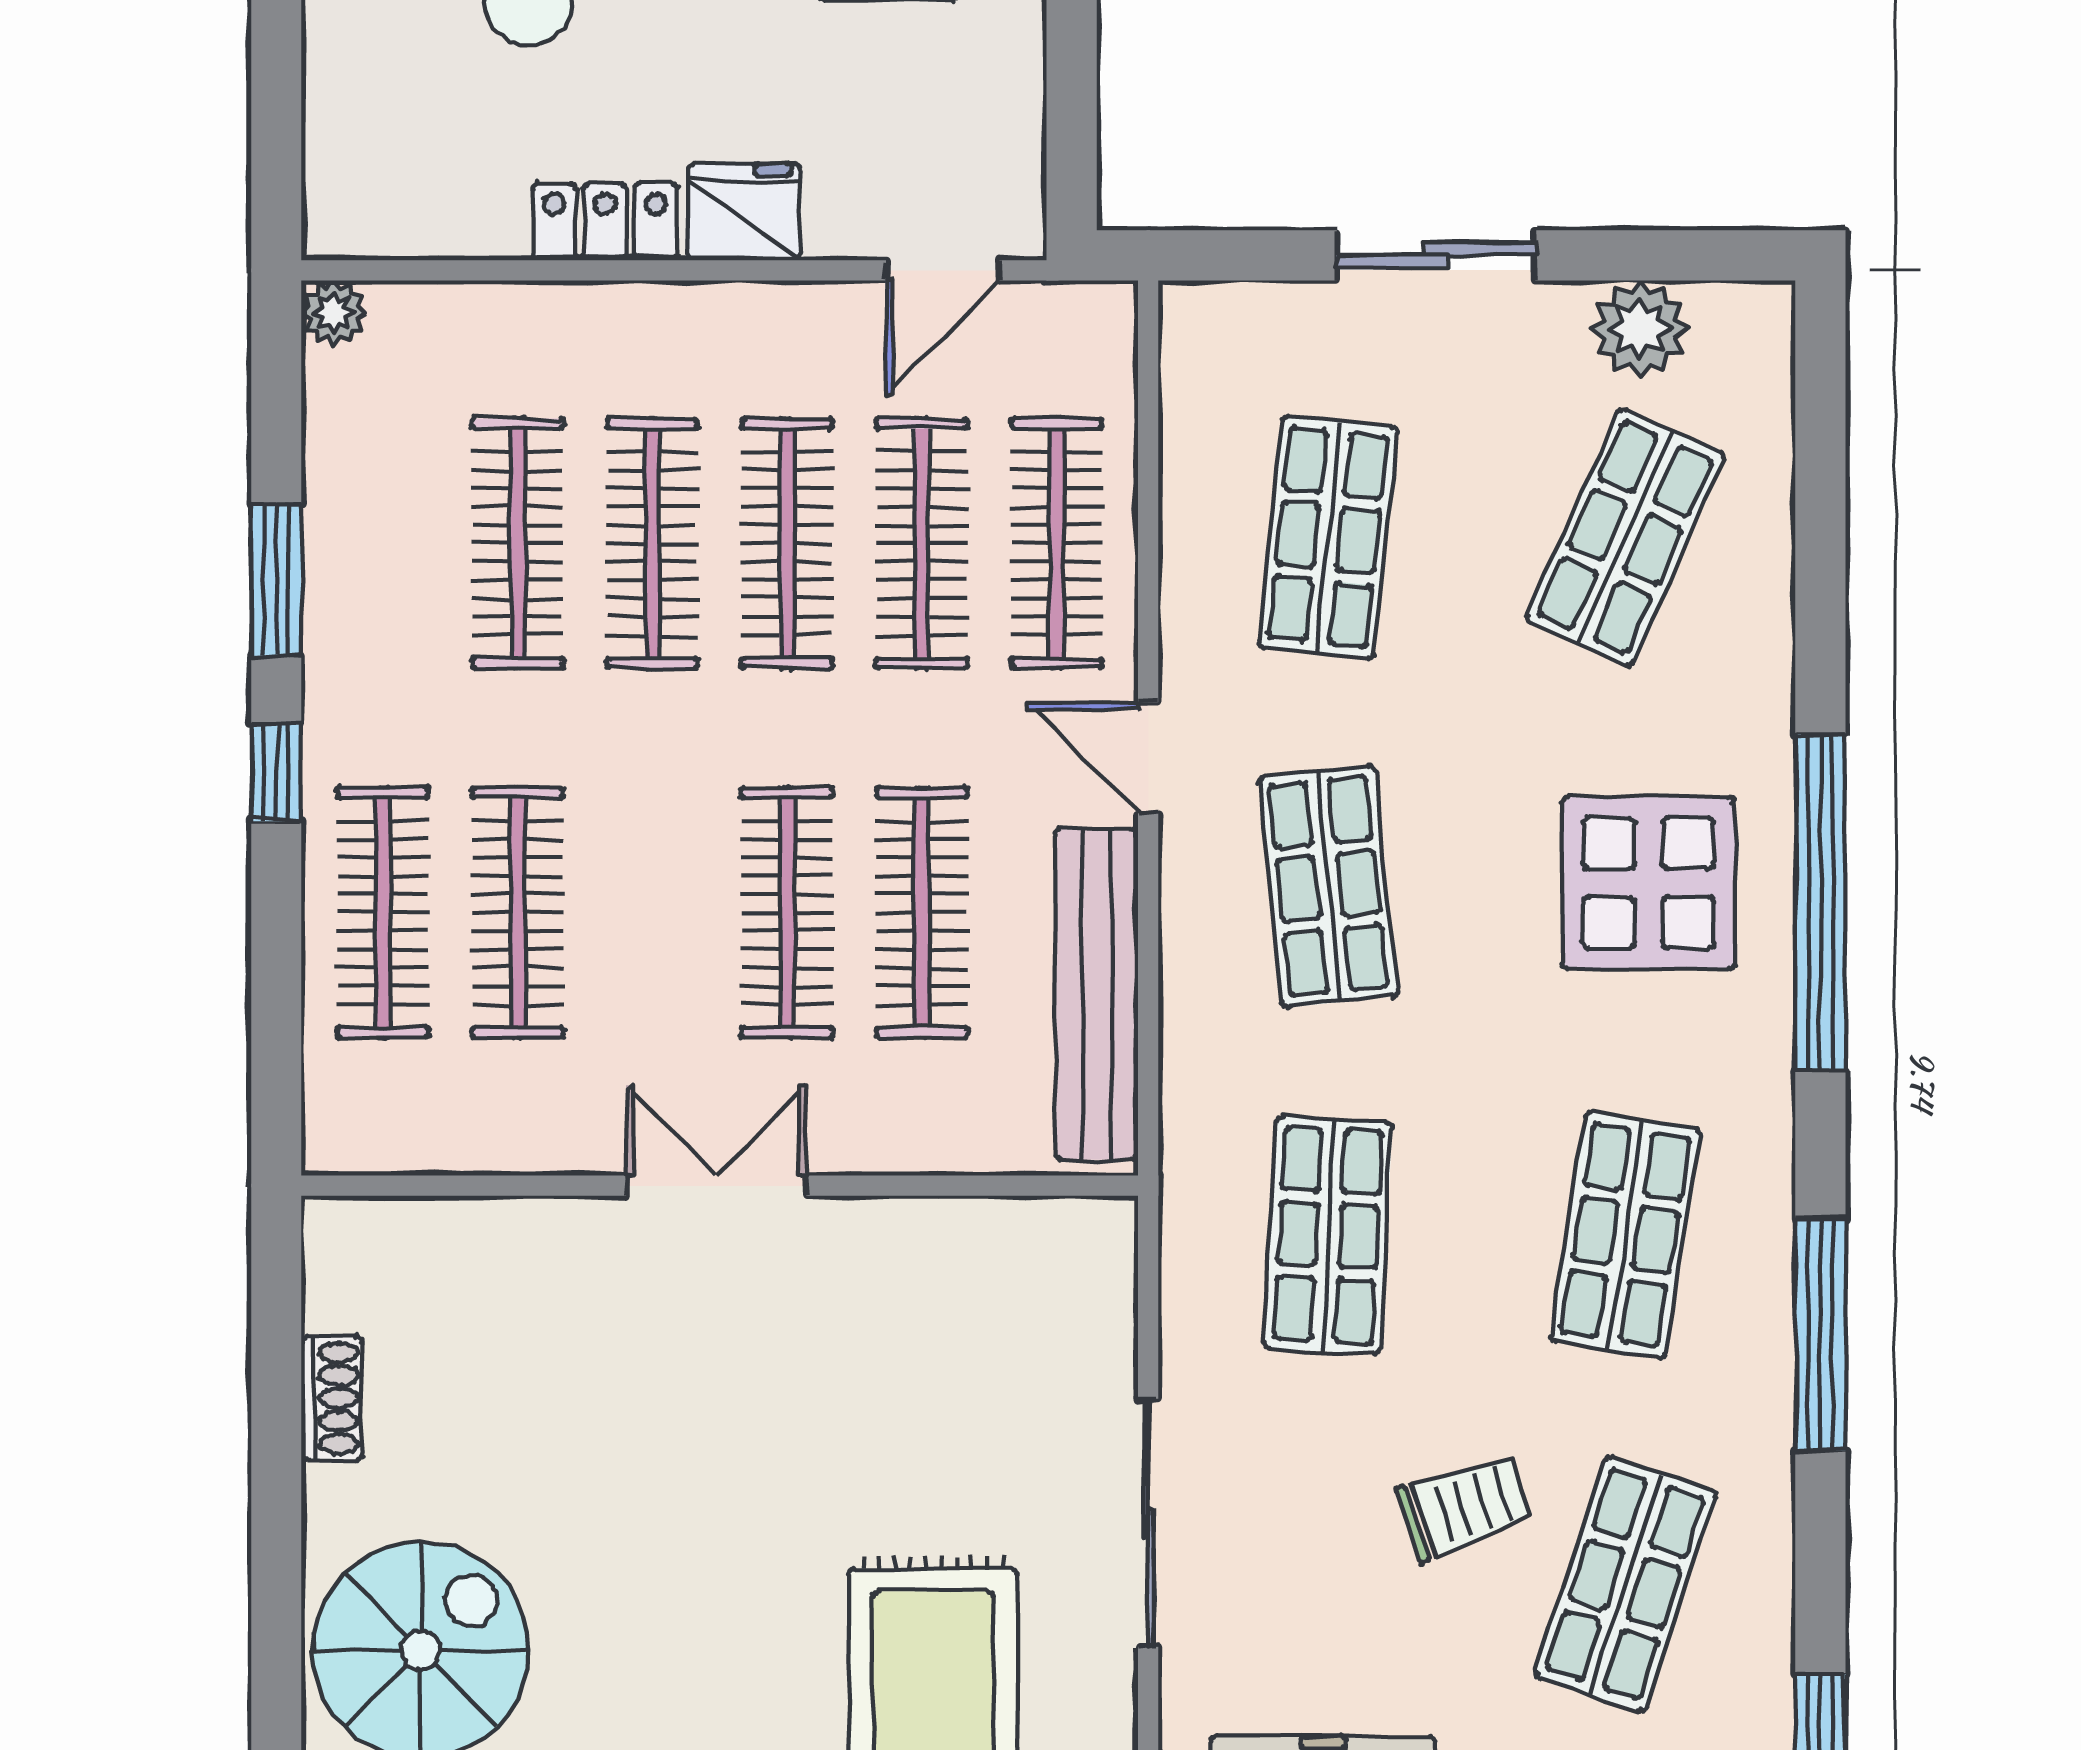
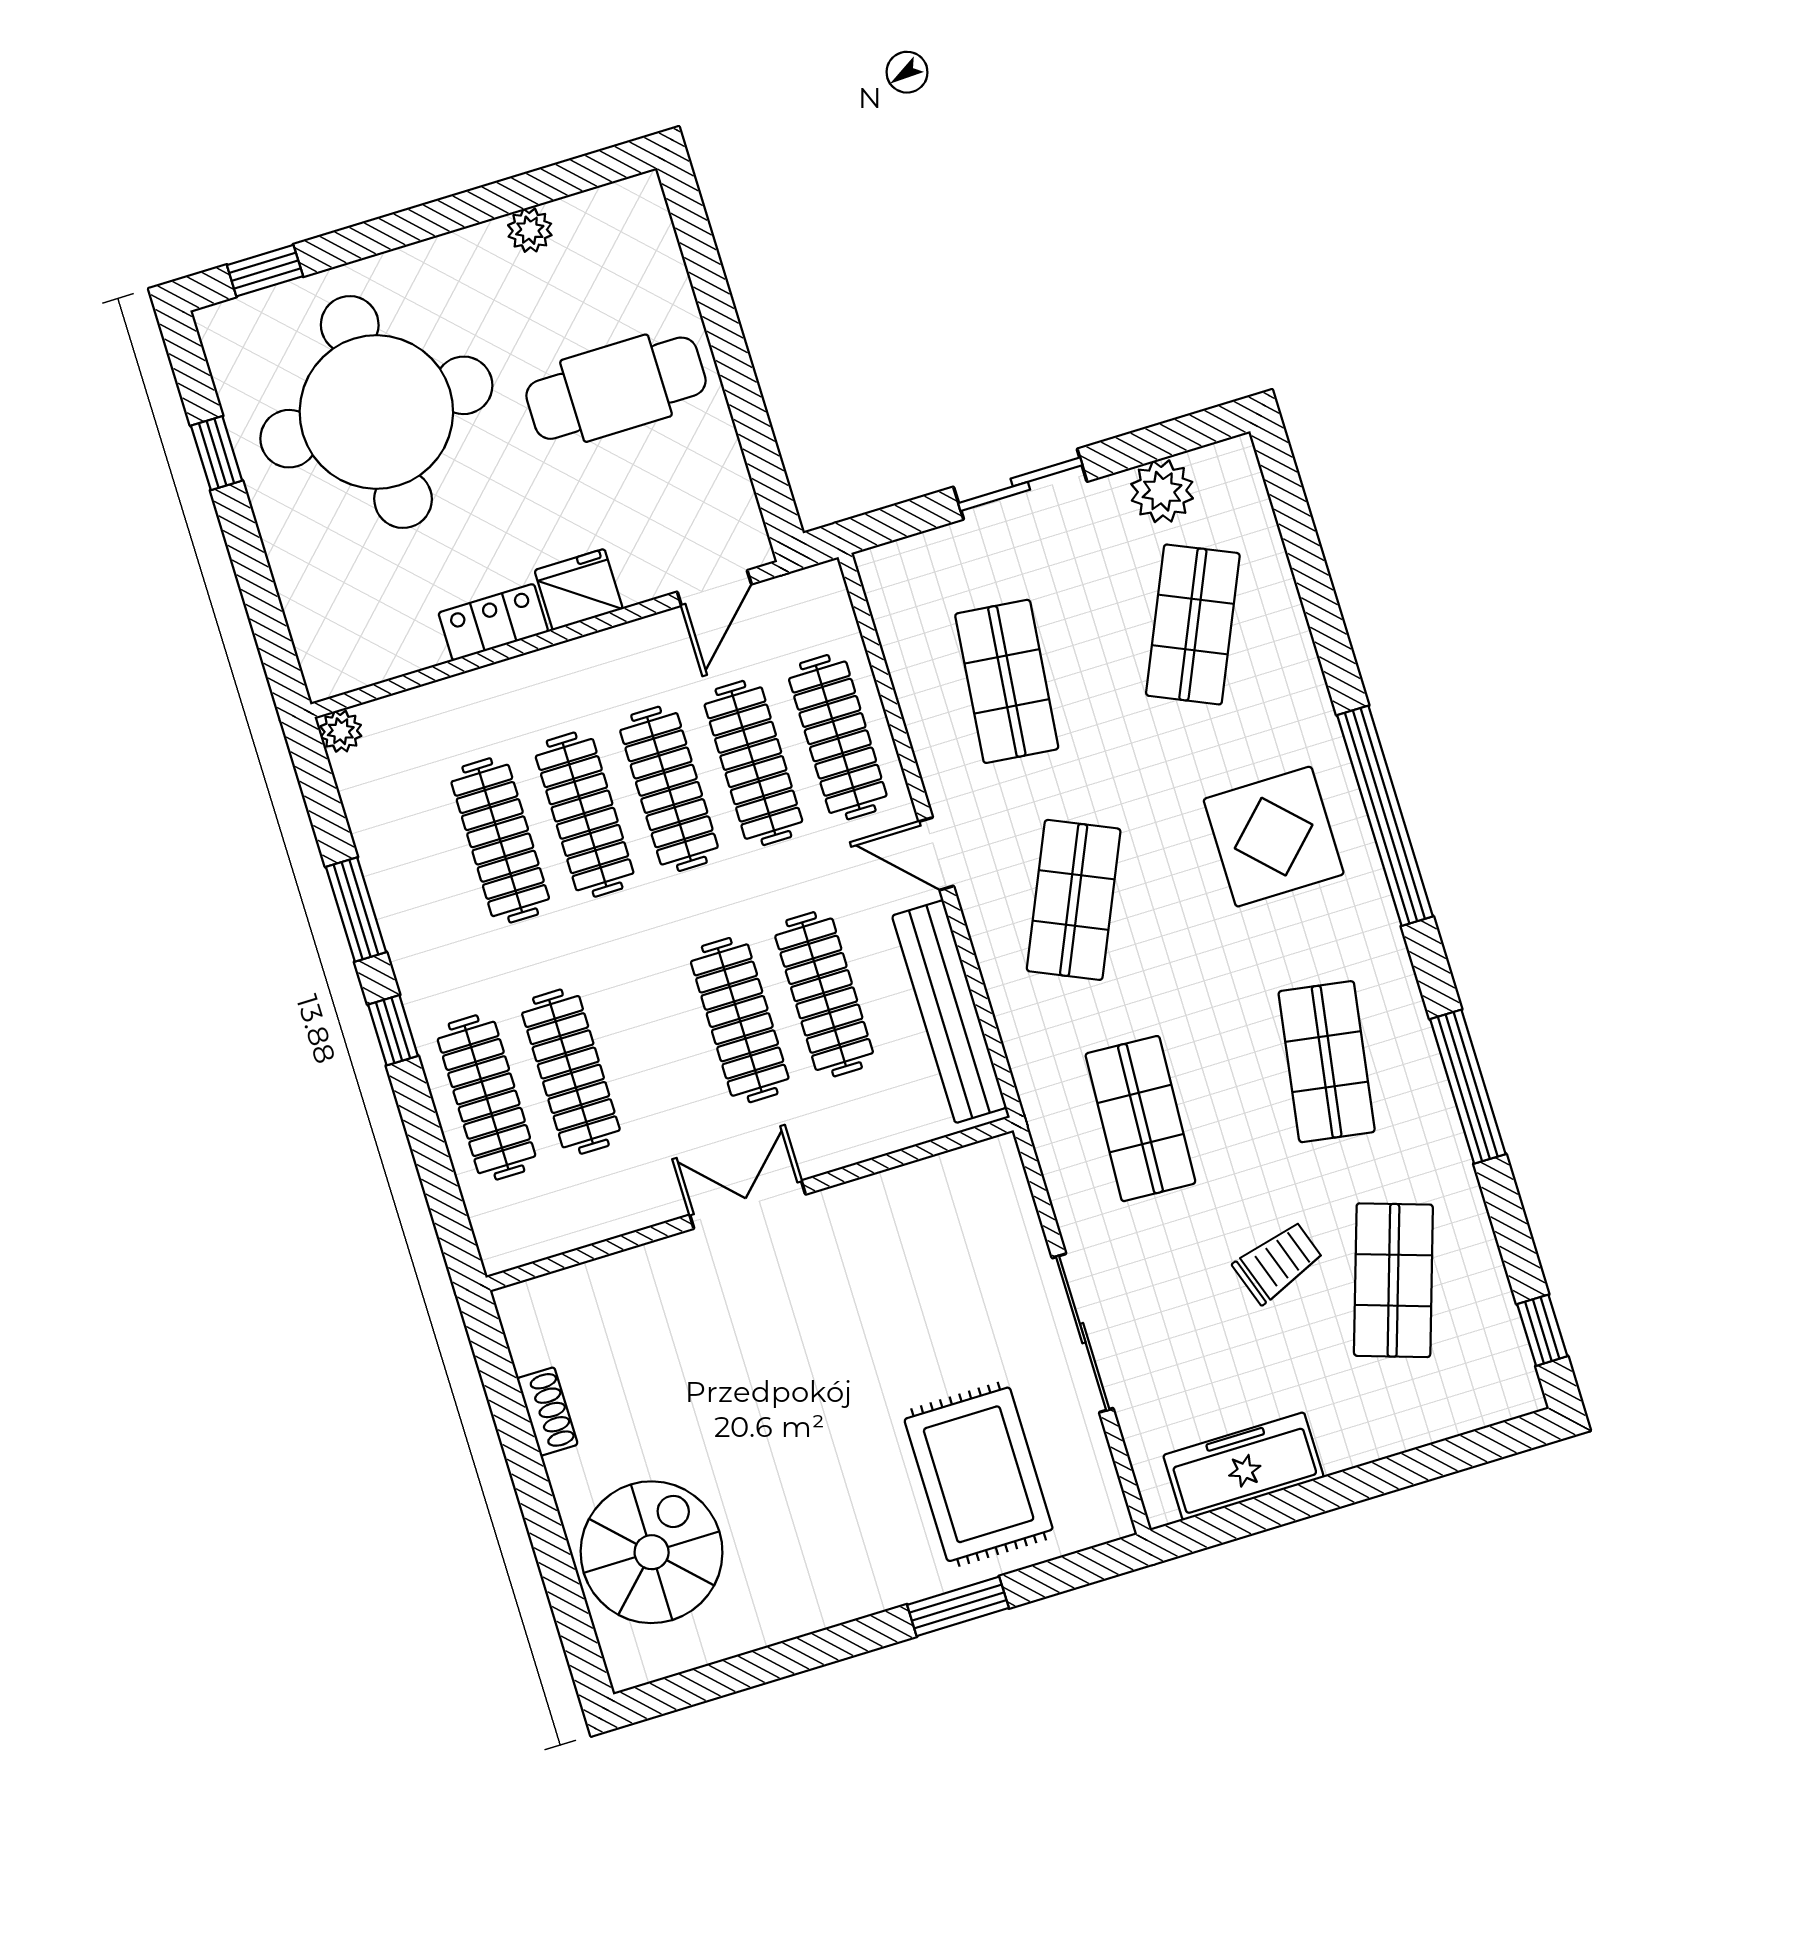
shop shelf: (1328, 886) -> (1074, 900), turned 30

